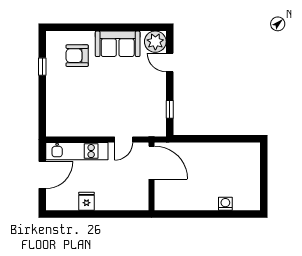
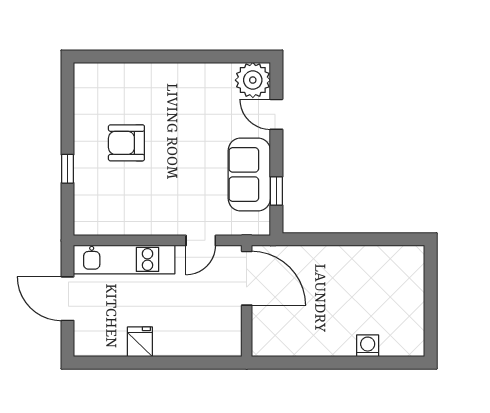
sofa: (118, 44) -> (249, 175), moved, turned 90
armchair: (77, 56) -> (126, 143), moved
window: (42, 67) -> (67, 169), moved
door: (42, 175) -> (67, 299), swing flipped

